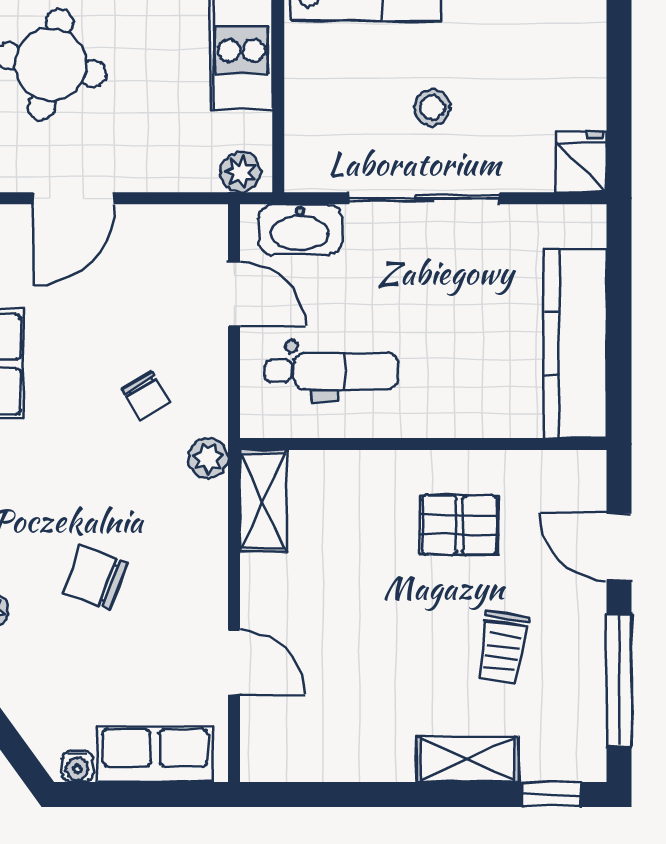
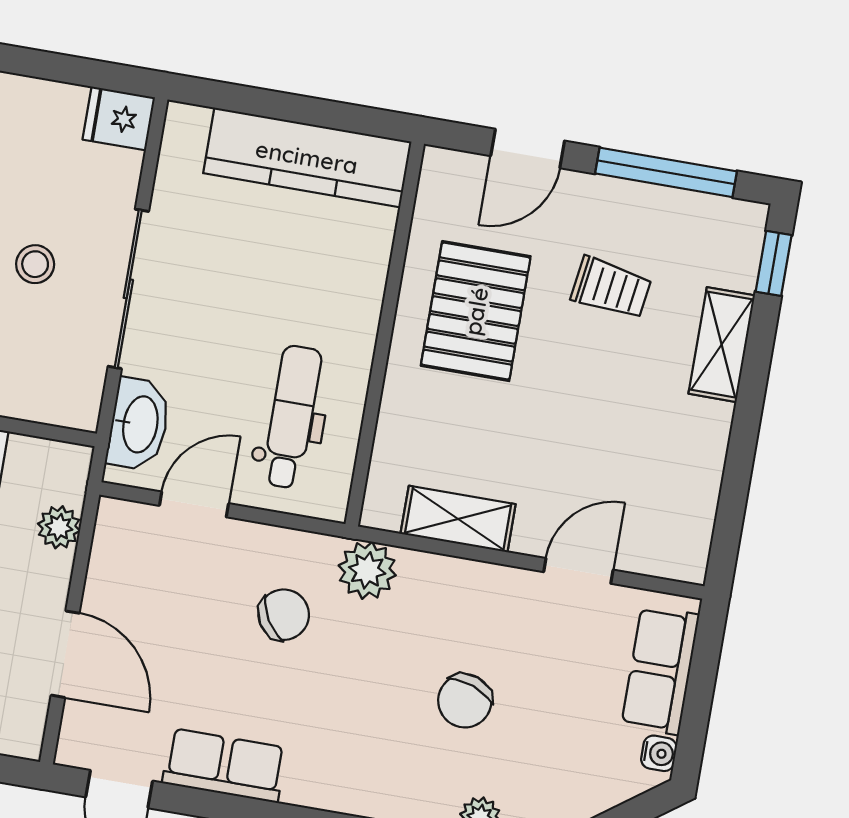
plant: (241, 172) -> (59, 527), moved
chair: (146, 395) -> (284, 615), width x1.37, depth x1.37
plant: (208, 458) -> (367, 570), width x1.38, depth x1.38
shelving: (263, 501) -> (458, 519), moved
pallet: (459, 525) -> (476, 311), width x1.50, depth x1.42

